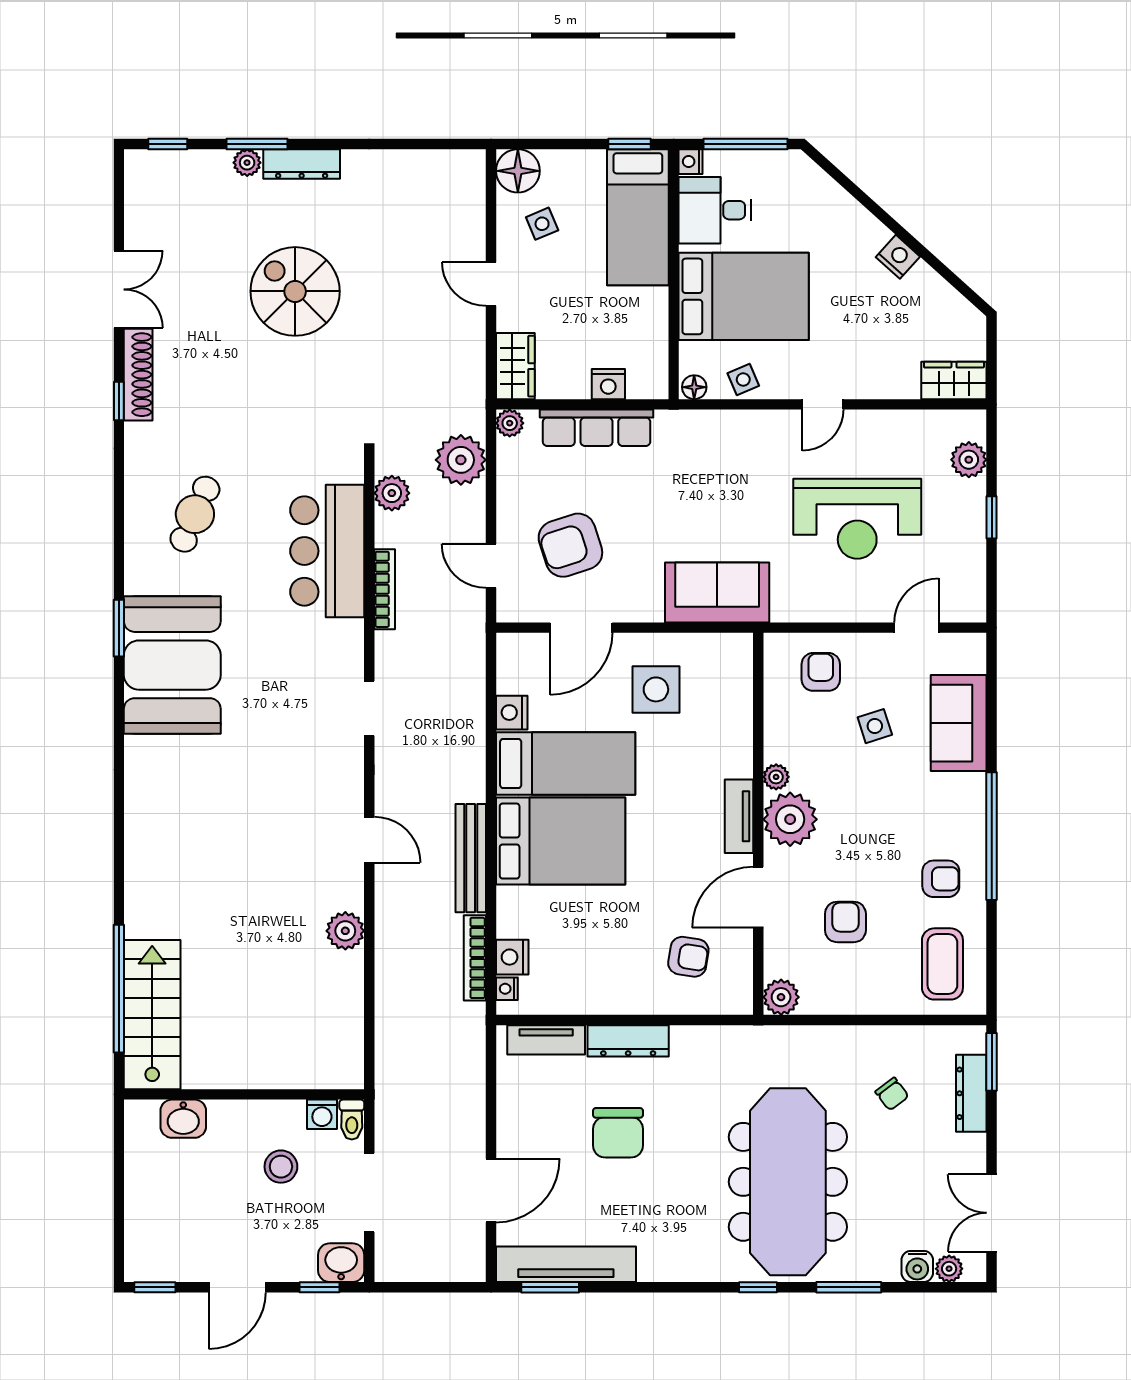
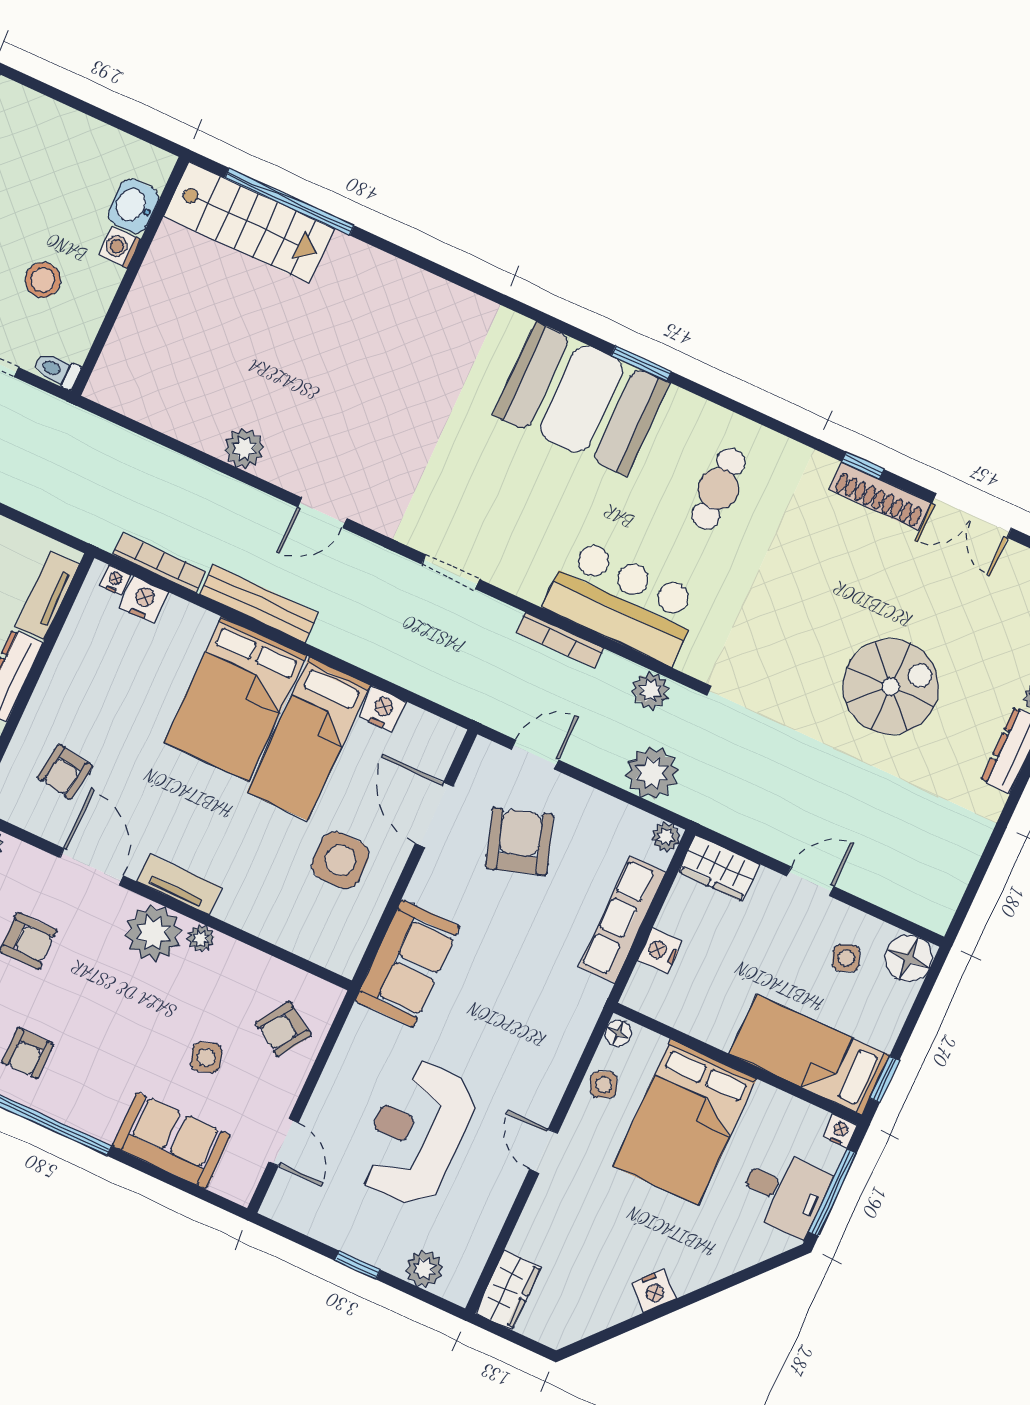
desk: (715, 210) -> (784, 1192), moved, turned 90
cafe table: (195, 514) -> (718, 489), turned 66
armchair: (821, 672) -> (283, 1029), turned 123
washing machine: (322, 1114) -> (120, 247), moved

